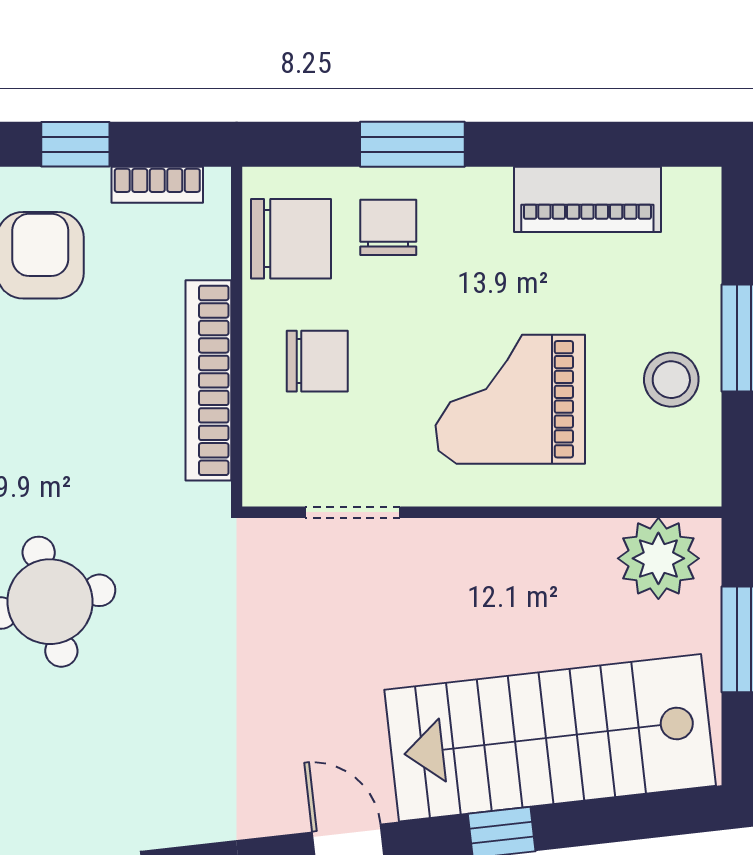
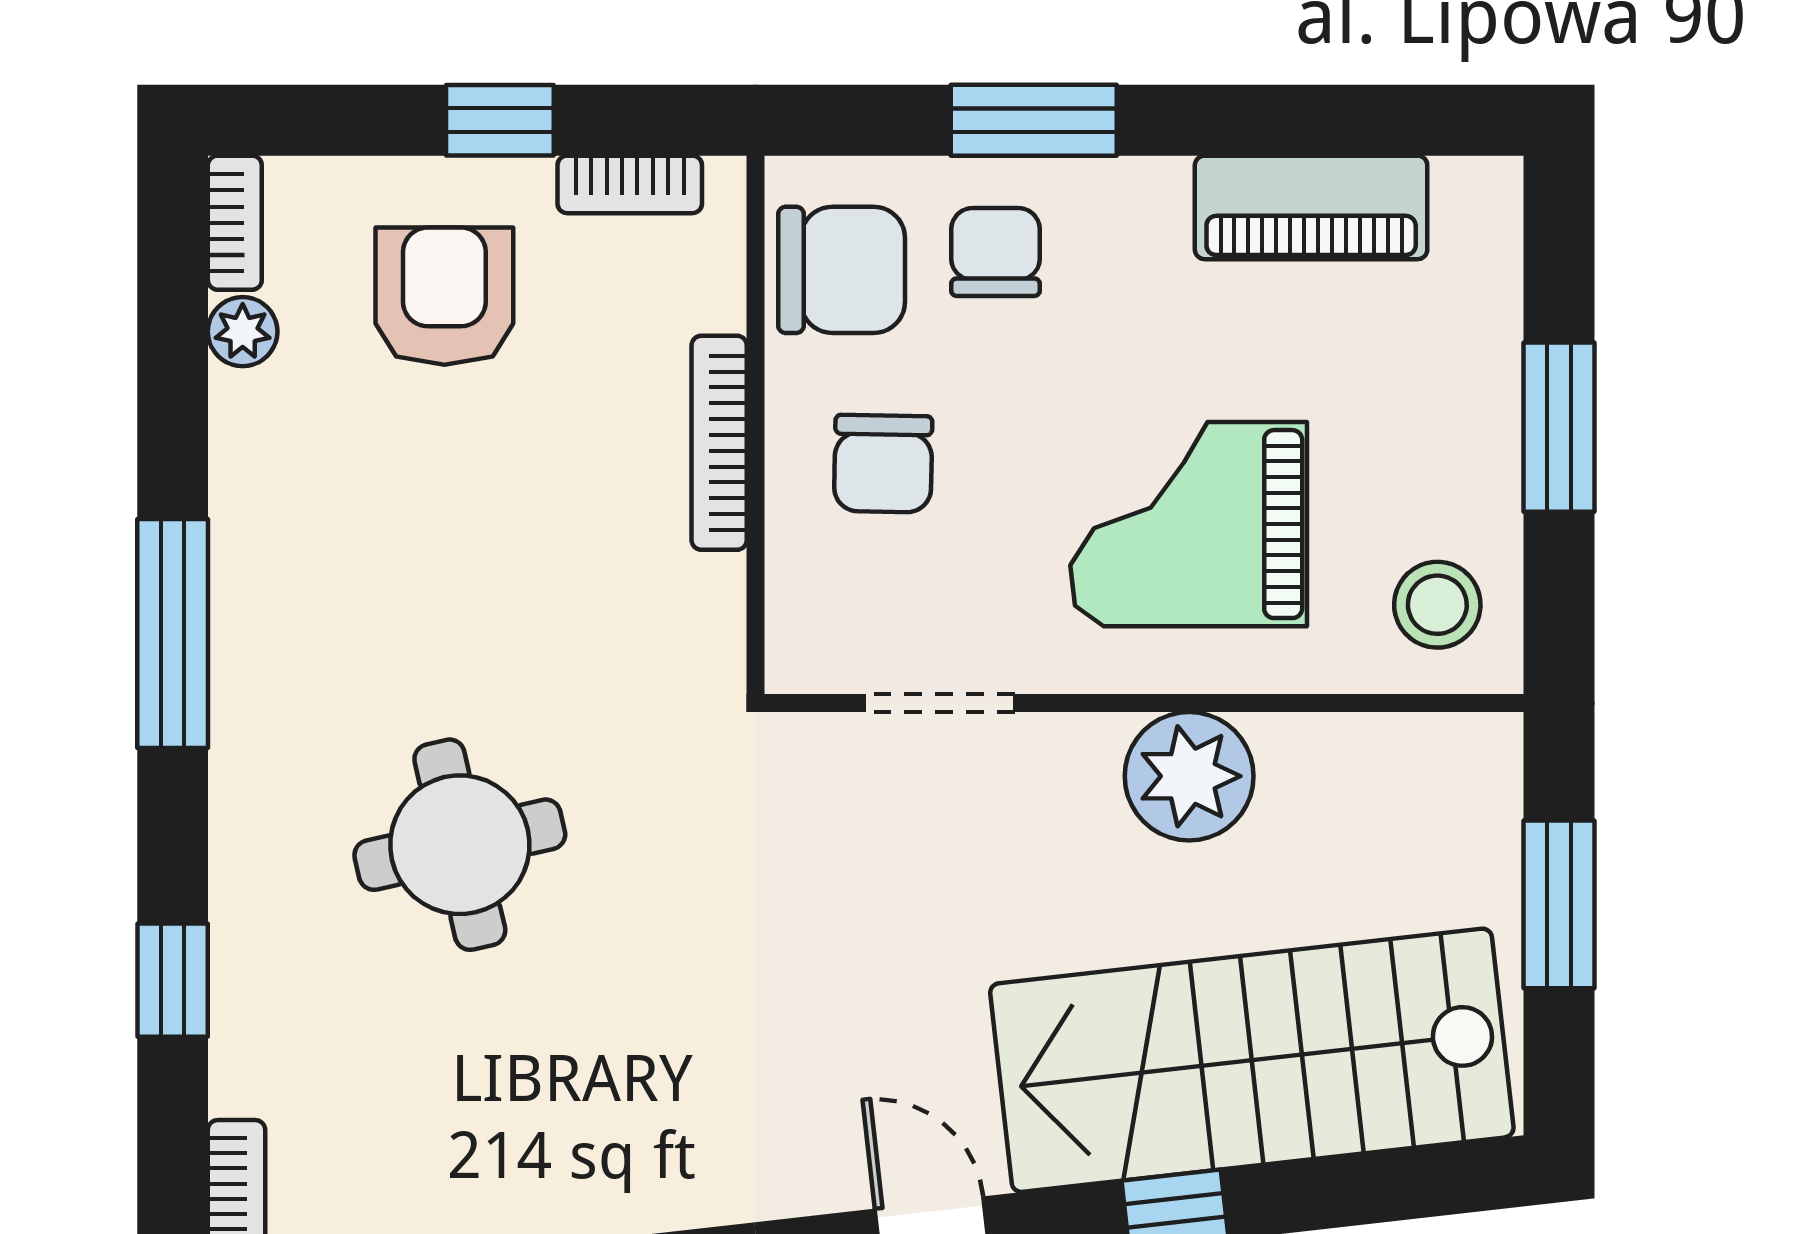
chair: (317, 361) -> (883, 464), turned 91
bookcase: (208, 380) -> (719, 443), width x0.68, depth x0.76
stool: (671, 380) -> (1437, 605), moved
plant: (658, 558) -> (1189, 776), moved

